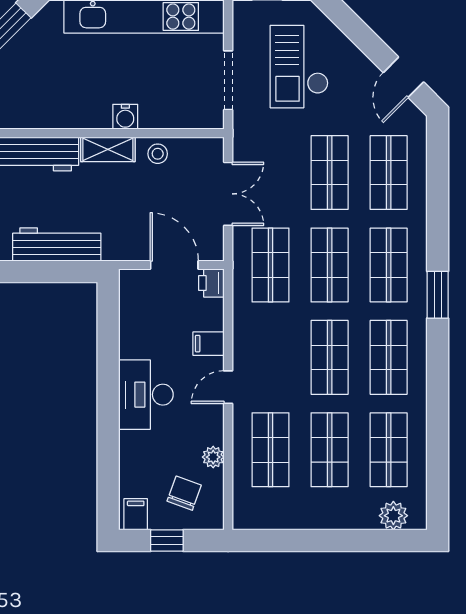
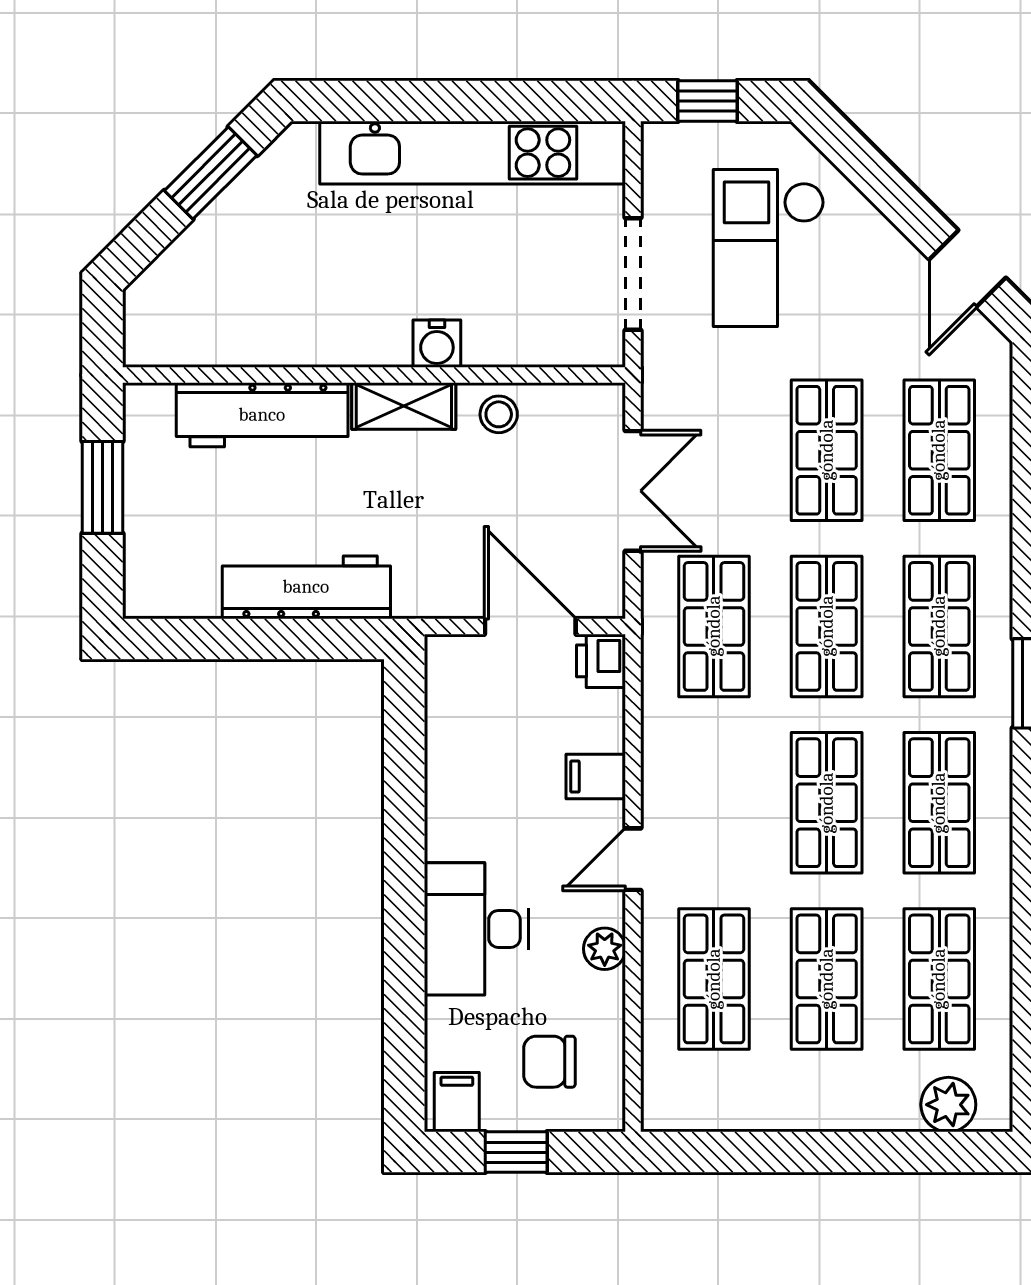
desk: (146, 395) -> (476, 929), moved
plant: (213, 457) -> (605, 949), moved
chair: (184, 493) -> (549, 1062), turned -110

